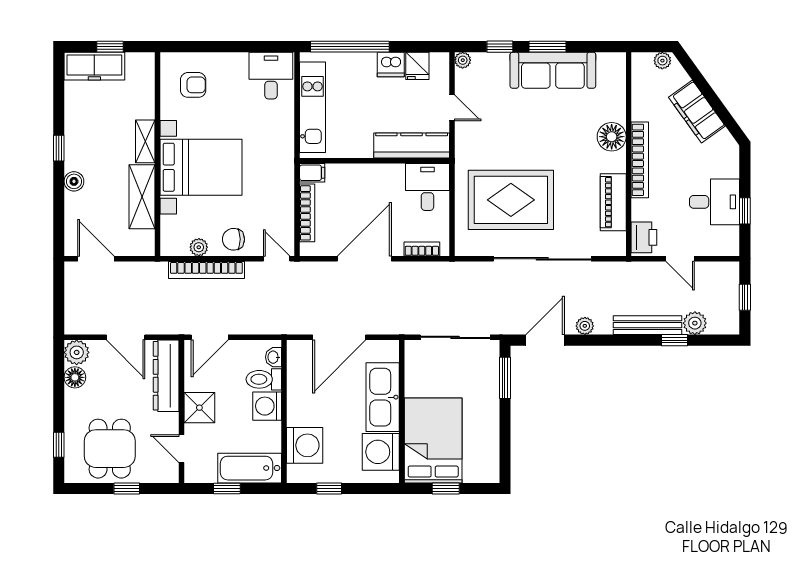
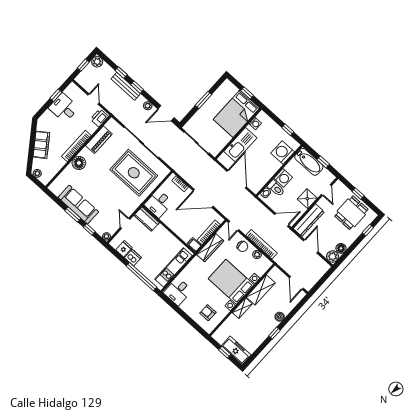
kitchen counter: (412, 145) -> (147, 219), width x0.67
wardrobe: (283, 191) -> (210, 248), added
plant: (695, 323) -> (97, 62), moved
door: (339, 337) -> (237, 179), hinge flipped
window: (628, 340) -> (137, 87), added
window: (505, 378) -> (203, 100), moved
washing machine: (381, 452) -> (255, 123), width x0.53, depth x0.53

